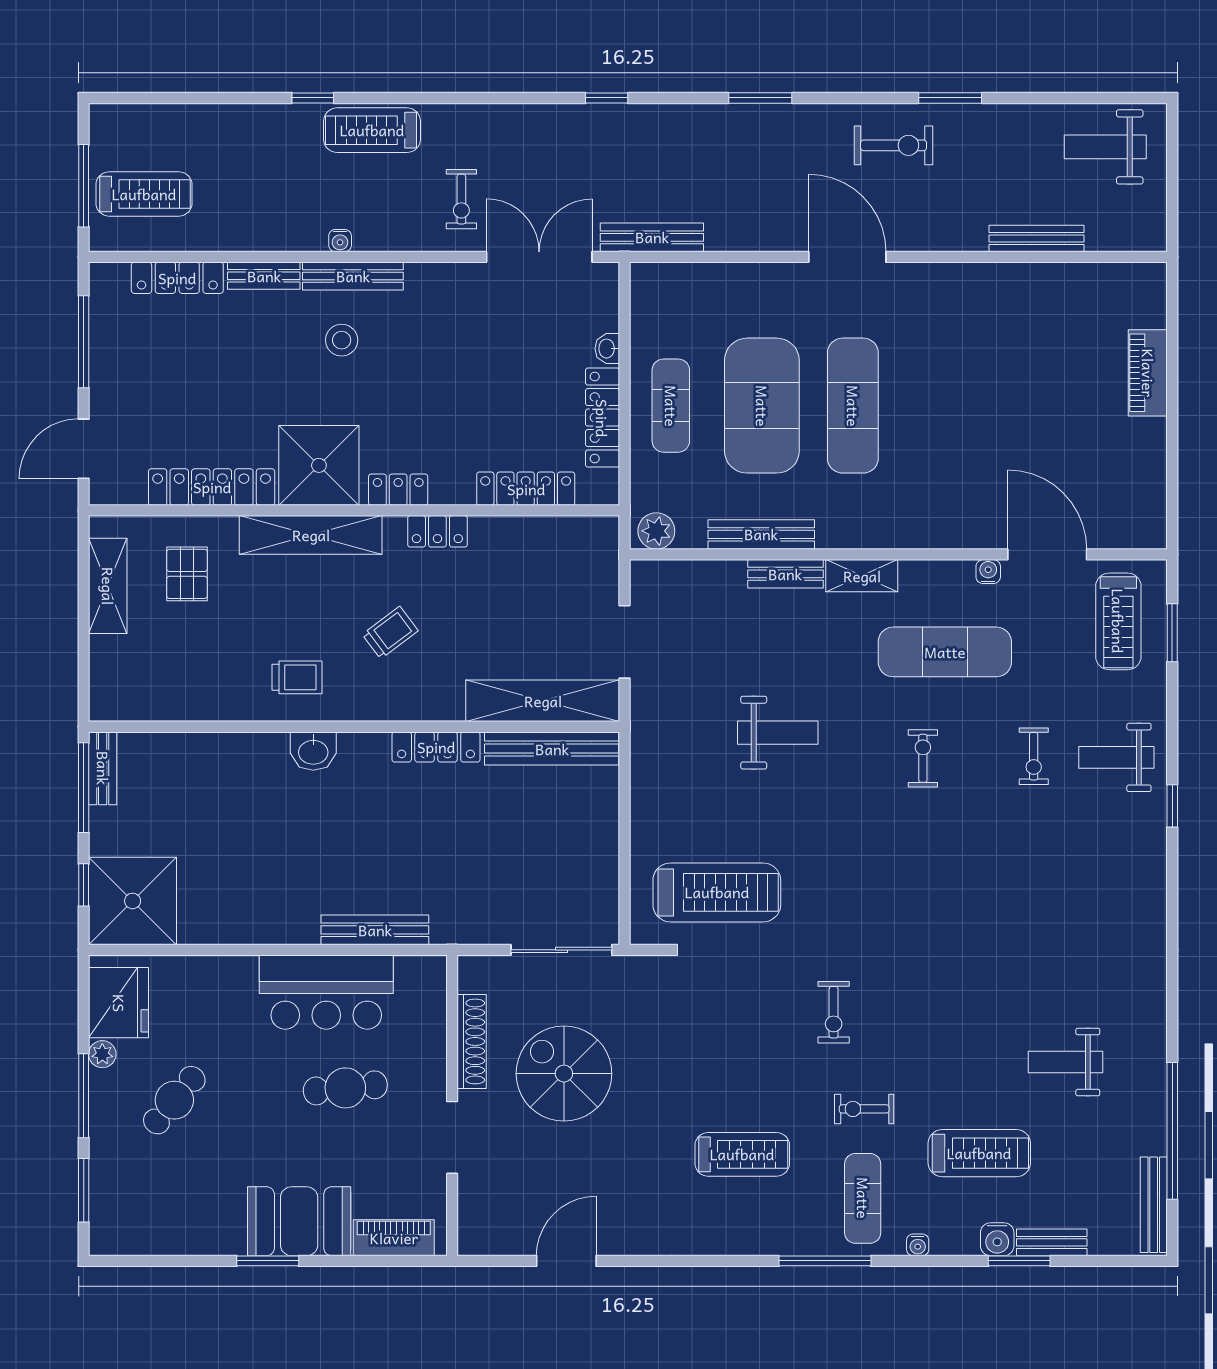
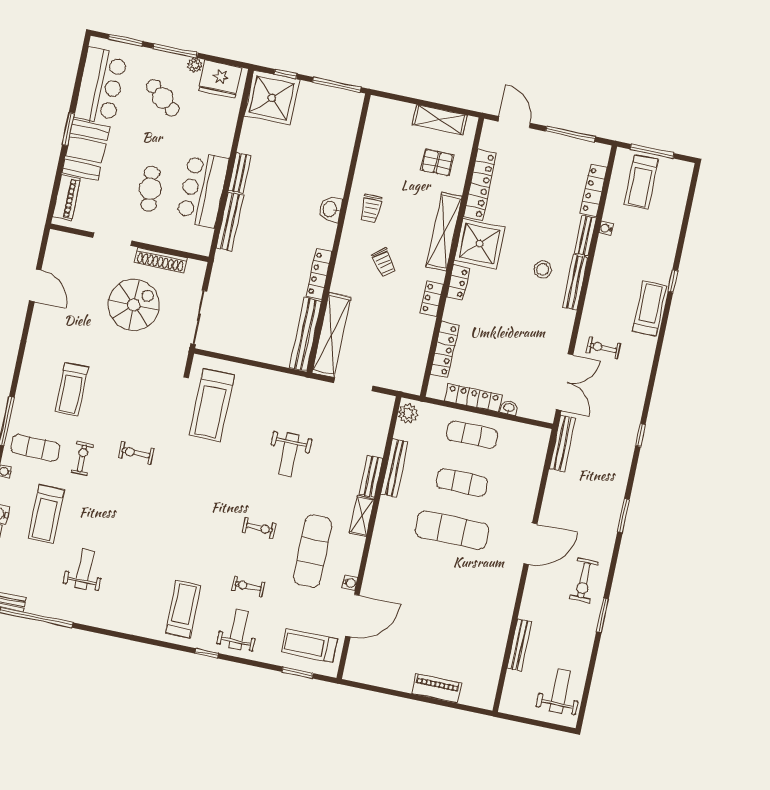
water cooler: (340, 241) -> (606, 228), moved
exercise mat: (762, 406) -> (462, 482), width x0.50, depth x0.69
bench: (103, 768) -> (240, 173), moved, turned 90
treadmill: (1101, 866) -> (183, 609), added
bar counter: (177, 1218) -> (101, 86), added

